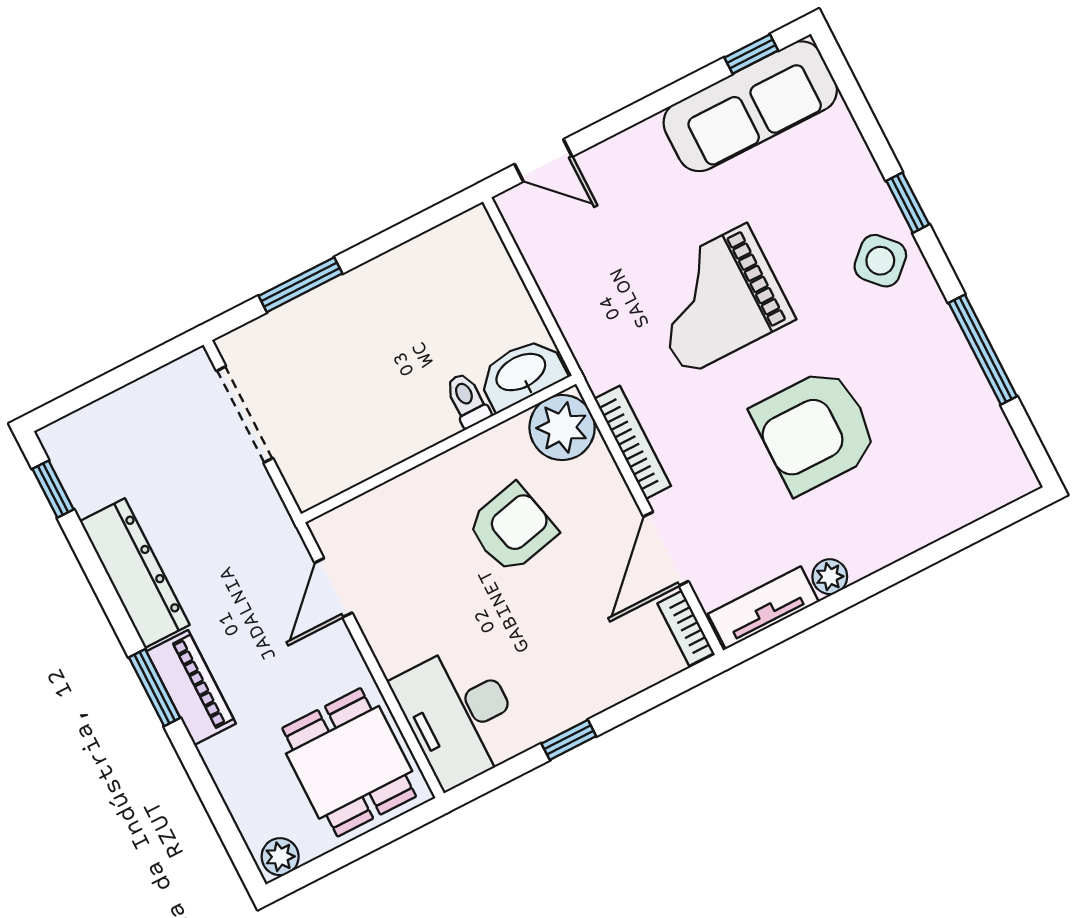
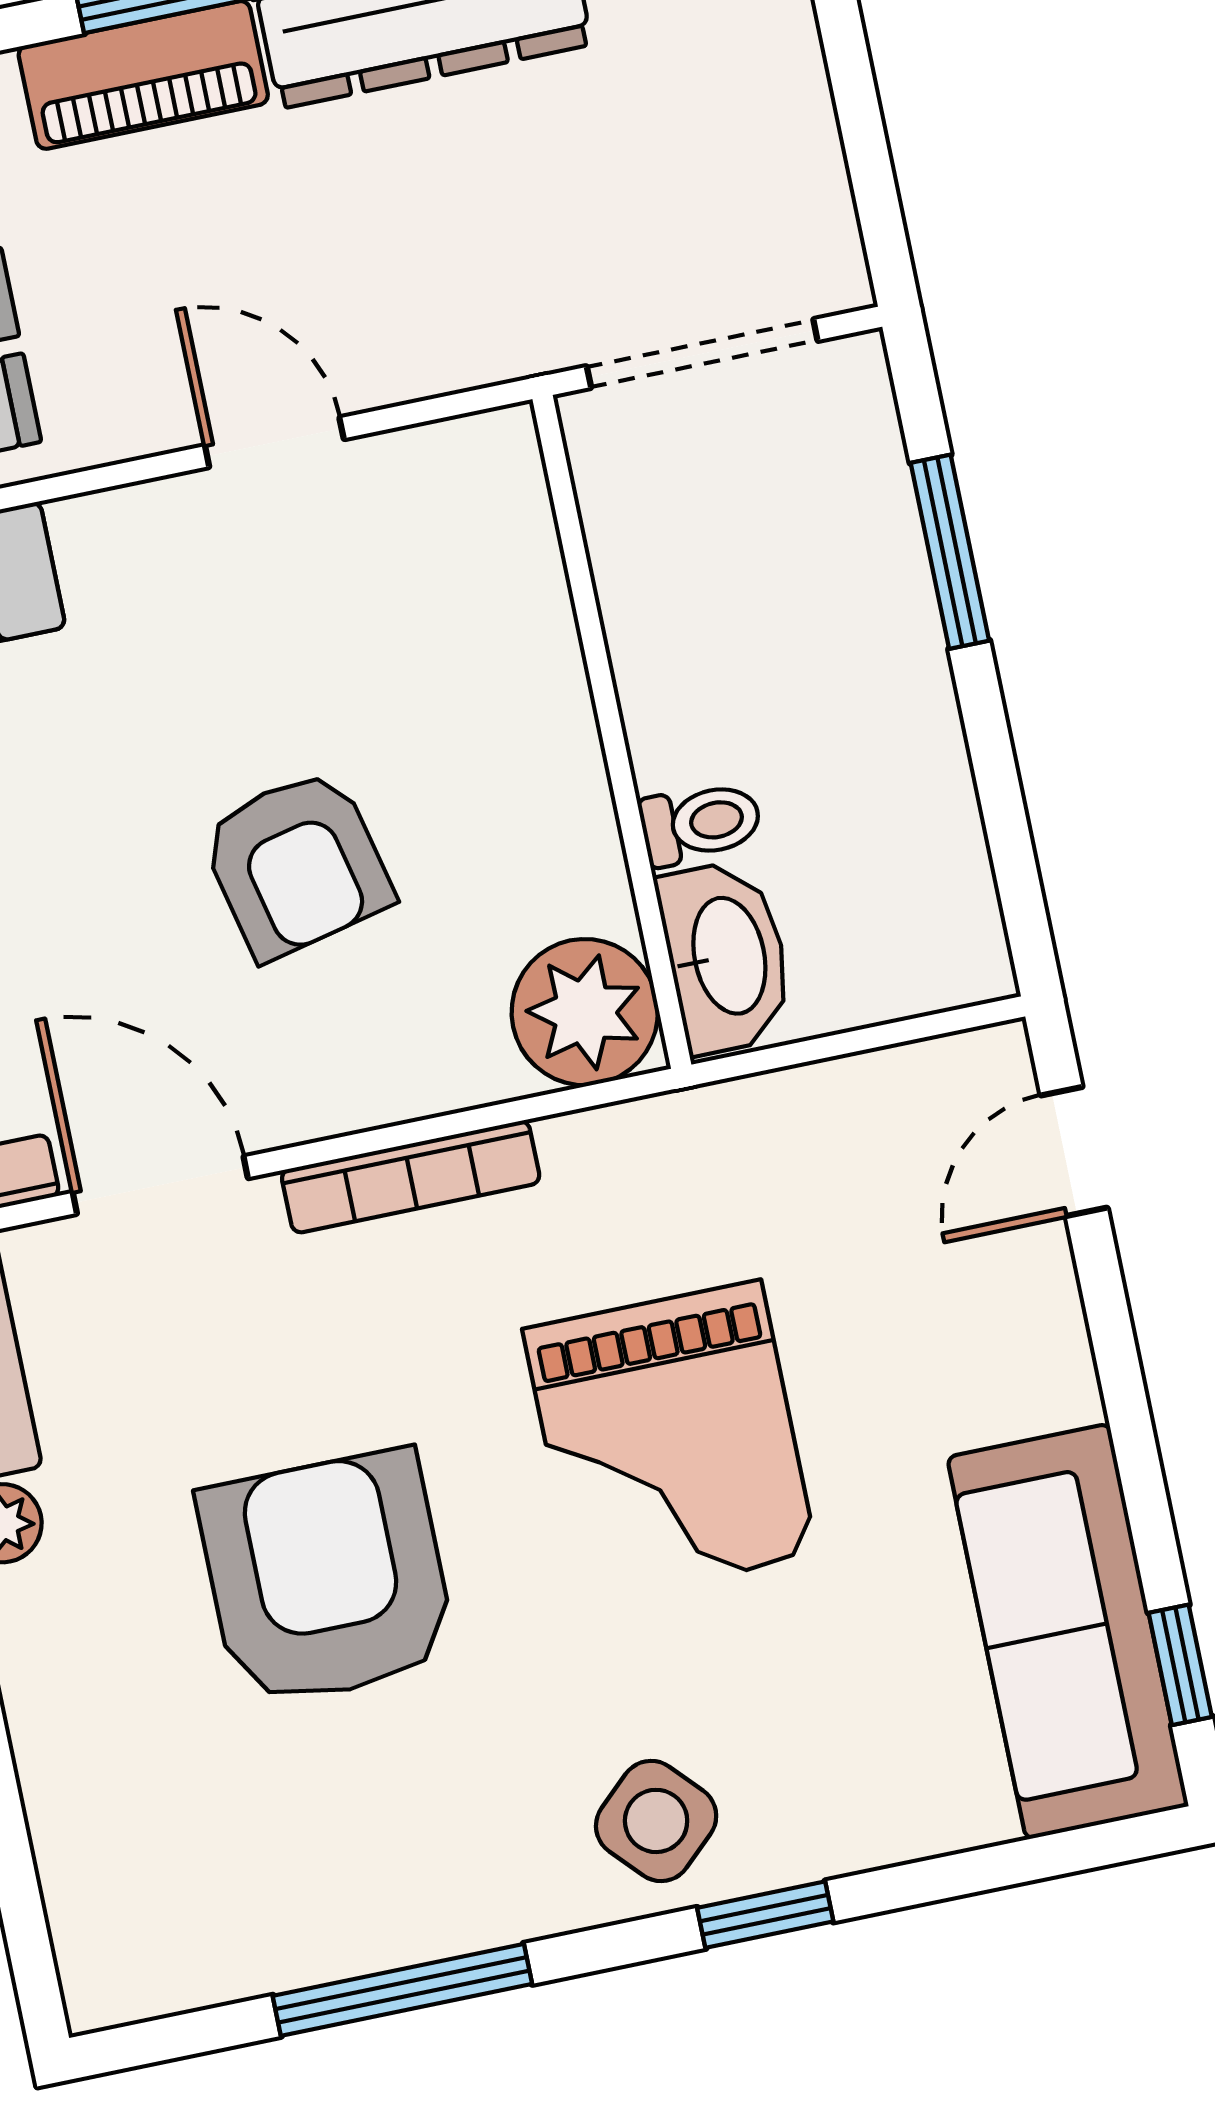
grand piano: (716, 300) -> (670, 1442), turned 180
washbasin: (521, 373) -> (726, 956), moved
toilet: (467, 400) -> (701, 823), moved
plant: (562, 427) -> (585, 1012), moved
wall: (439, 449) -> (612, 732), moved

